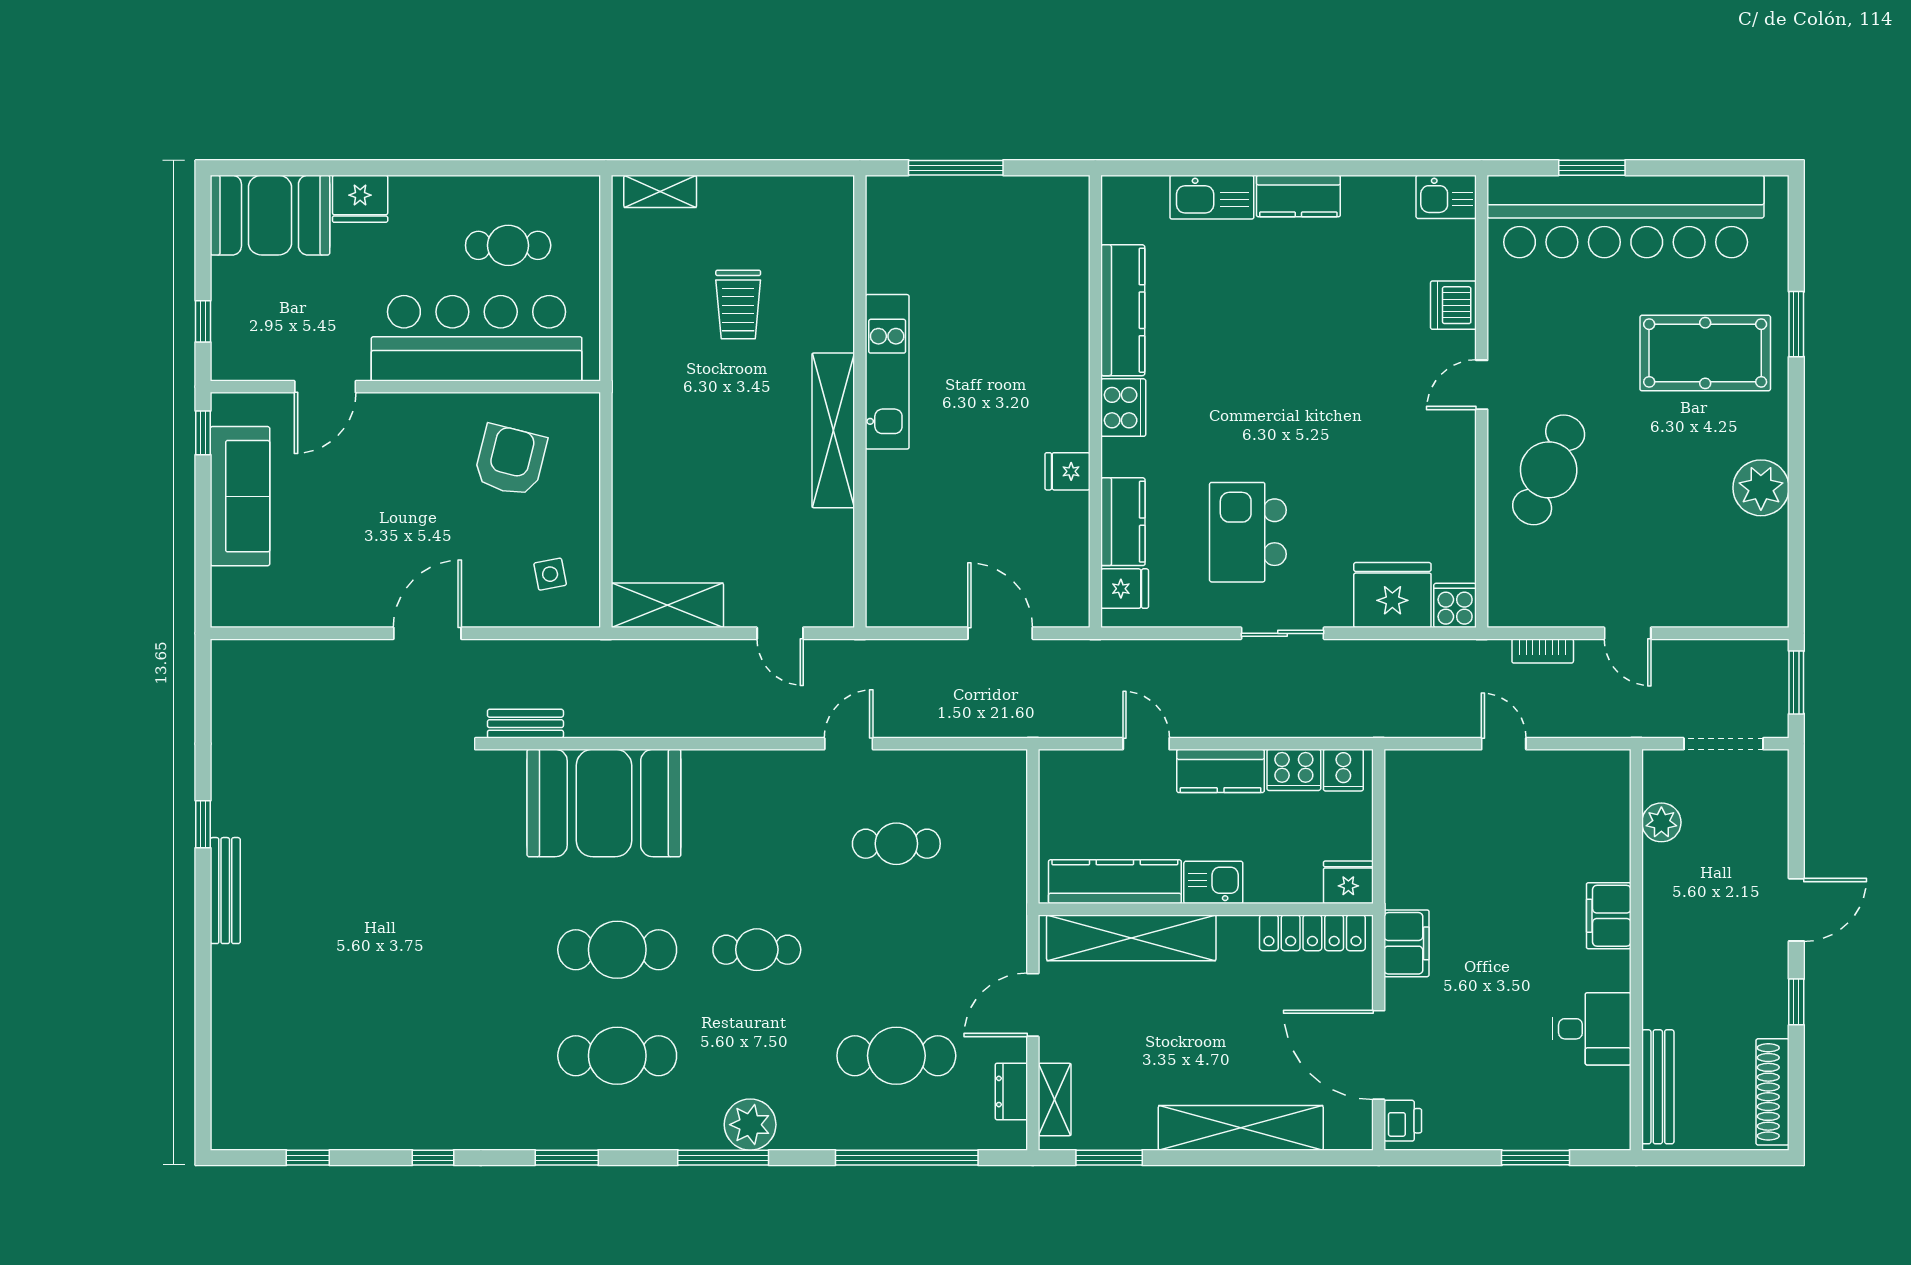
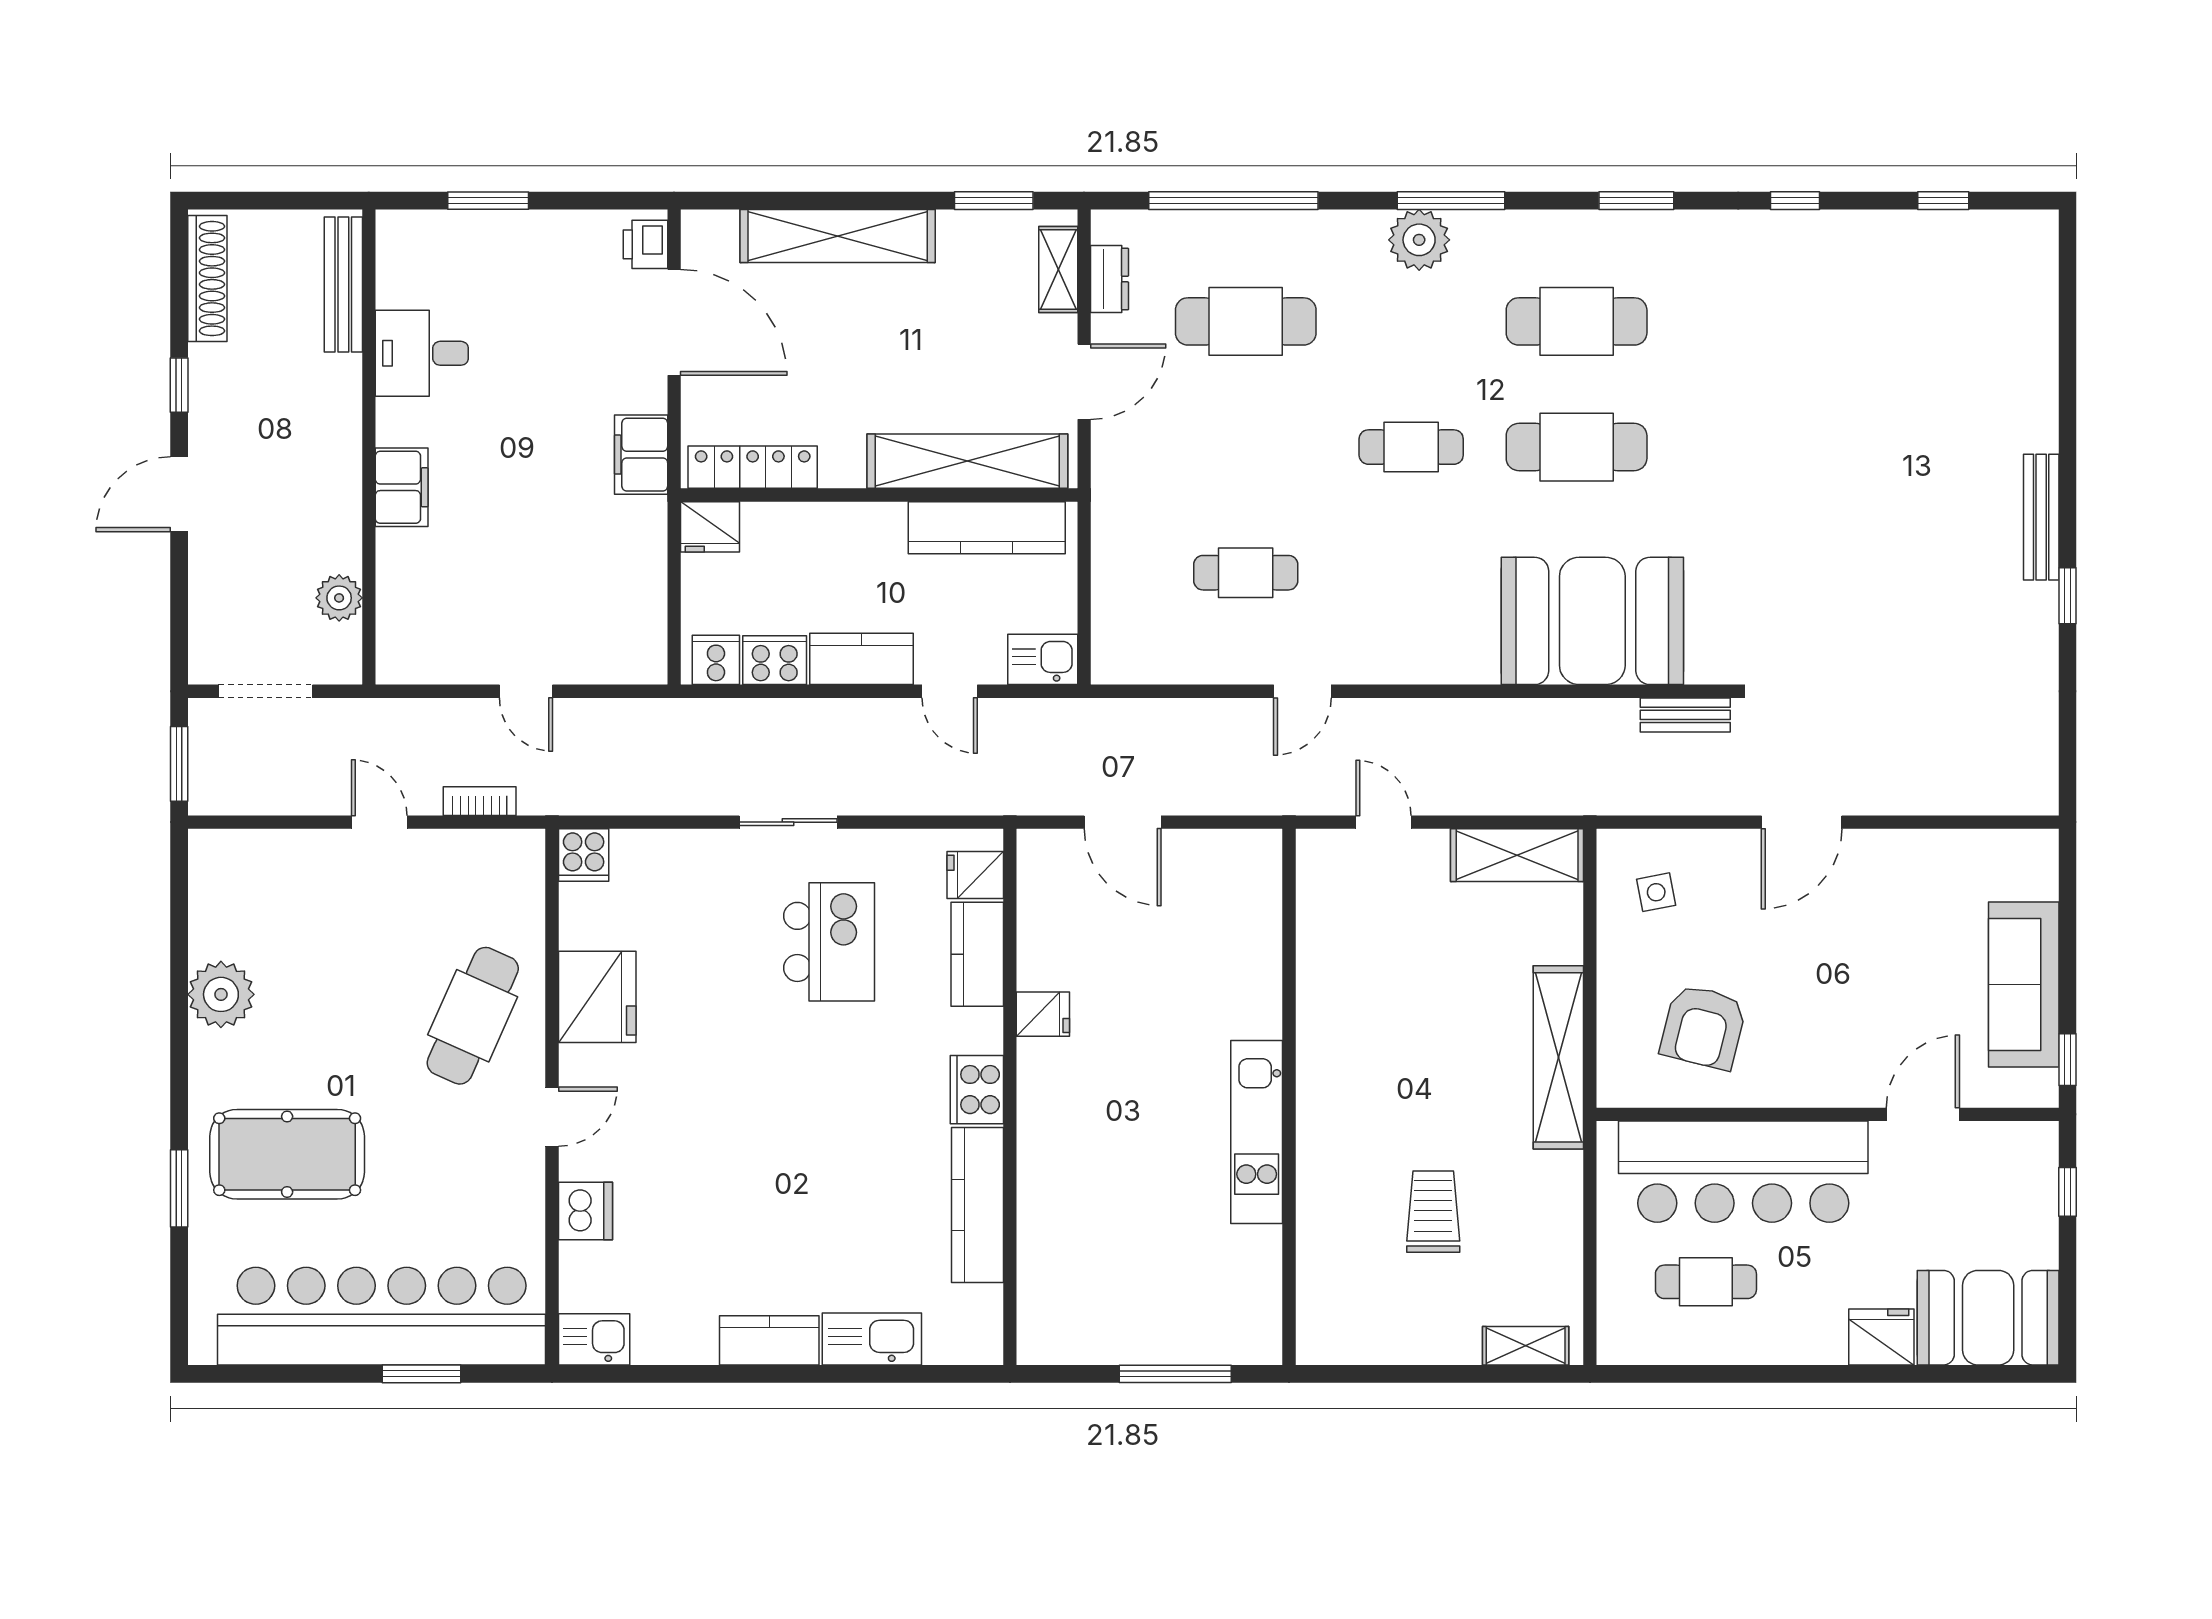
shelving: (833, 430) -> (1558, 1057), moved
fridge: (1392, 595) -> (597, 997), moved, turned -90
kitchen sink: (1213, 882) -> (1043, 659), moved, turned 180

